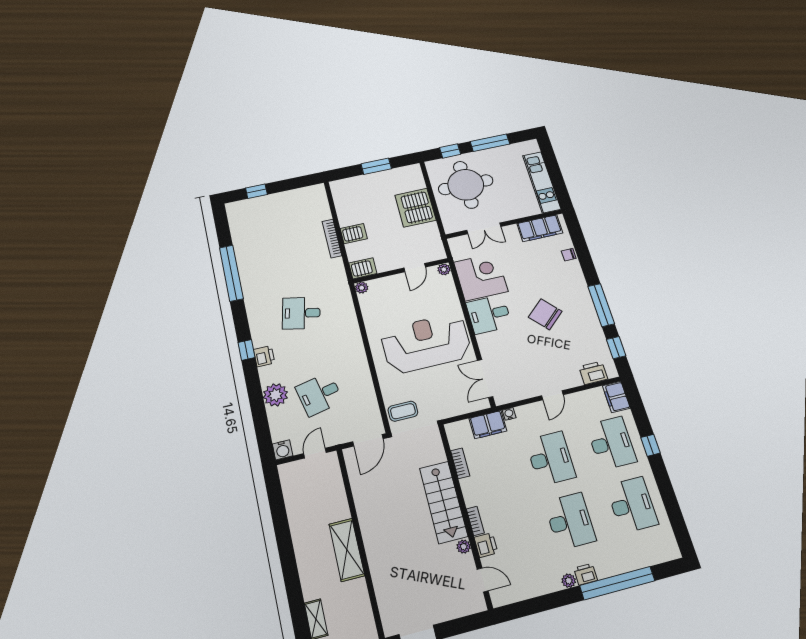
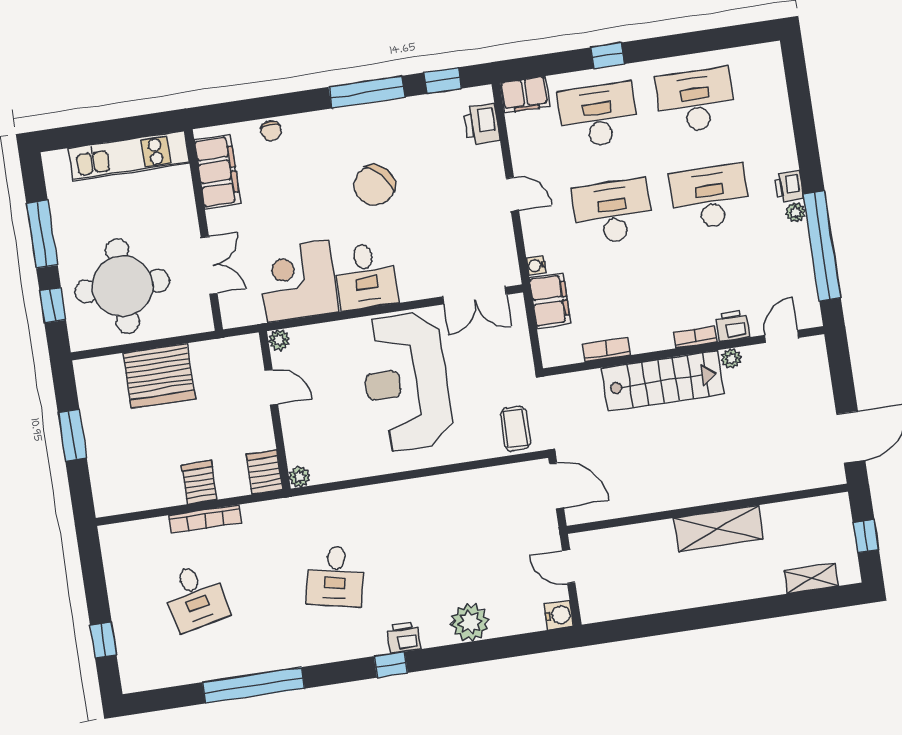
desk: (319, 394) -> (195, 597), moved
window: (617, 583) -> (822, 246), moved

